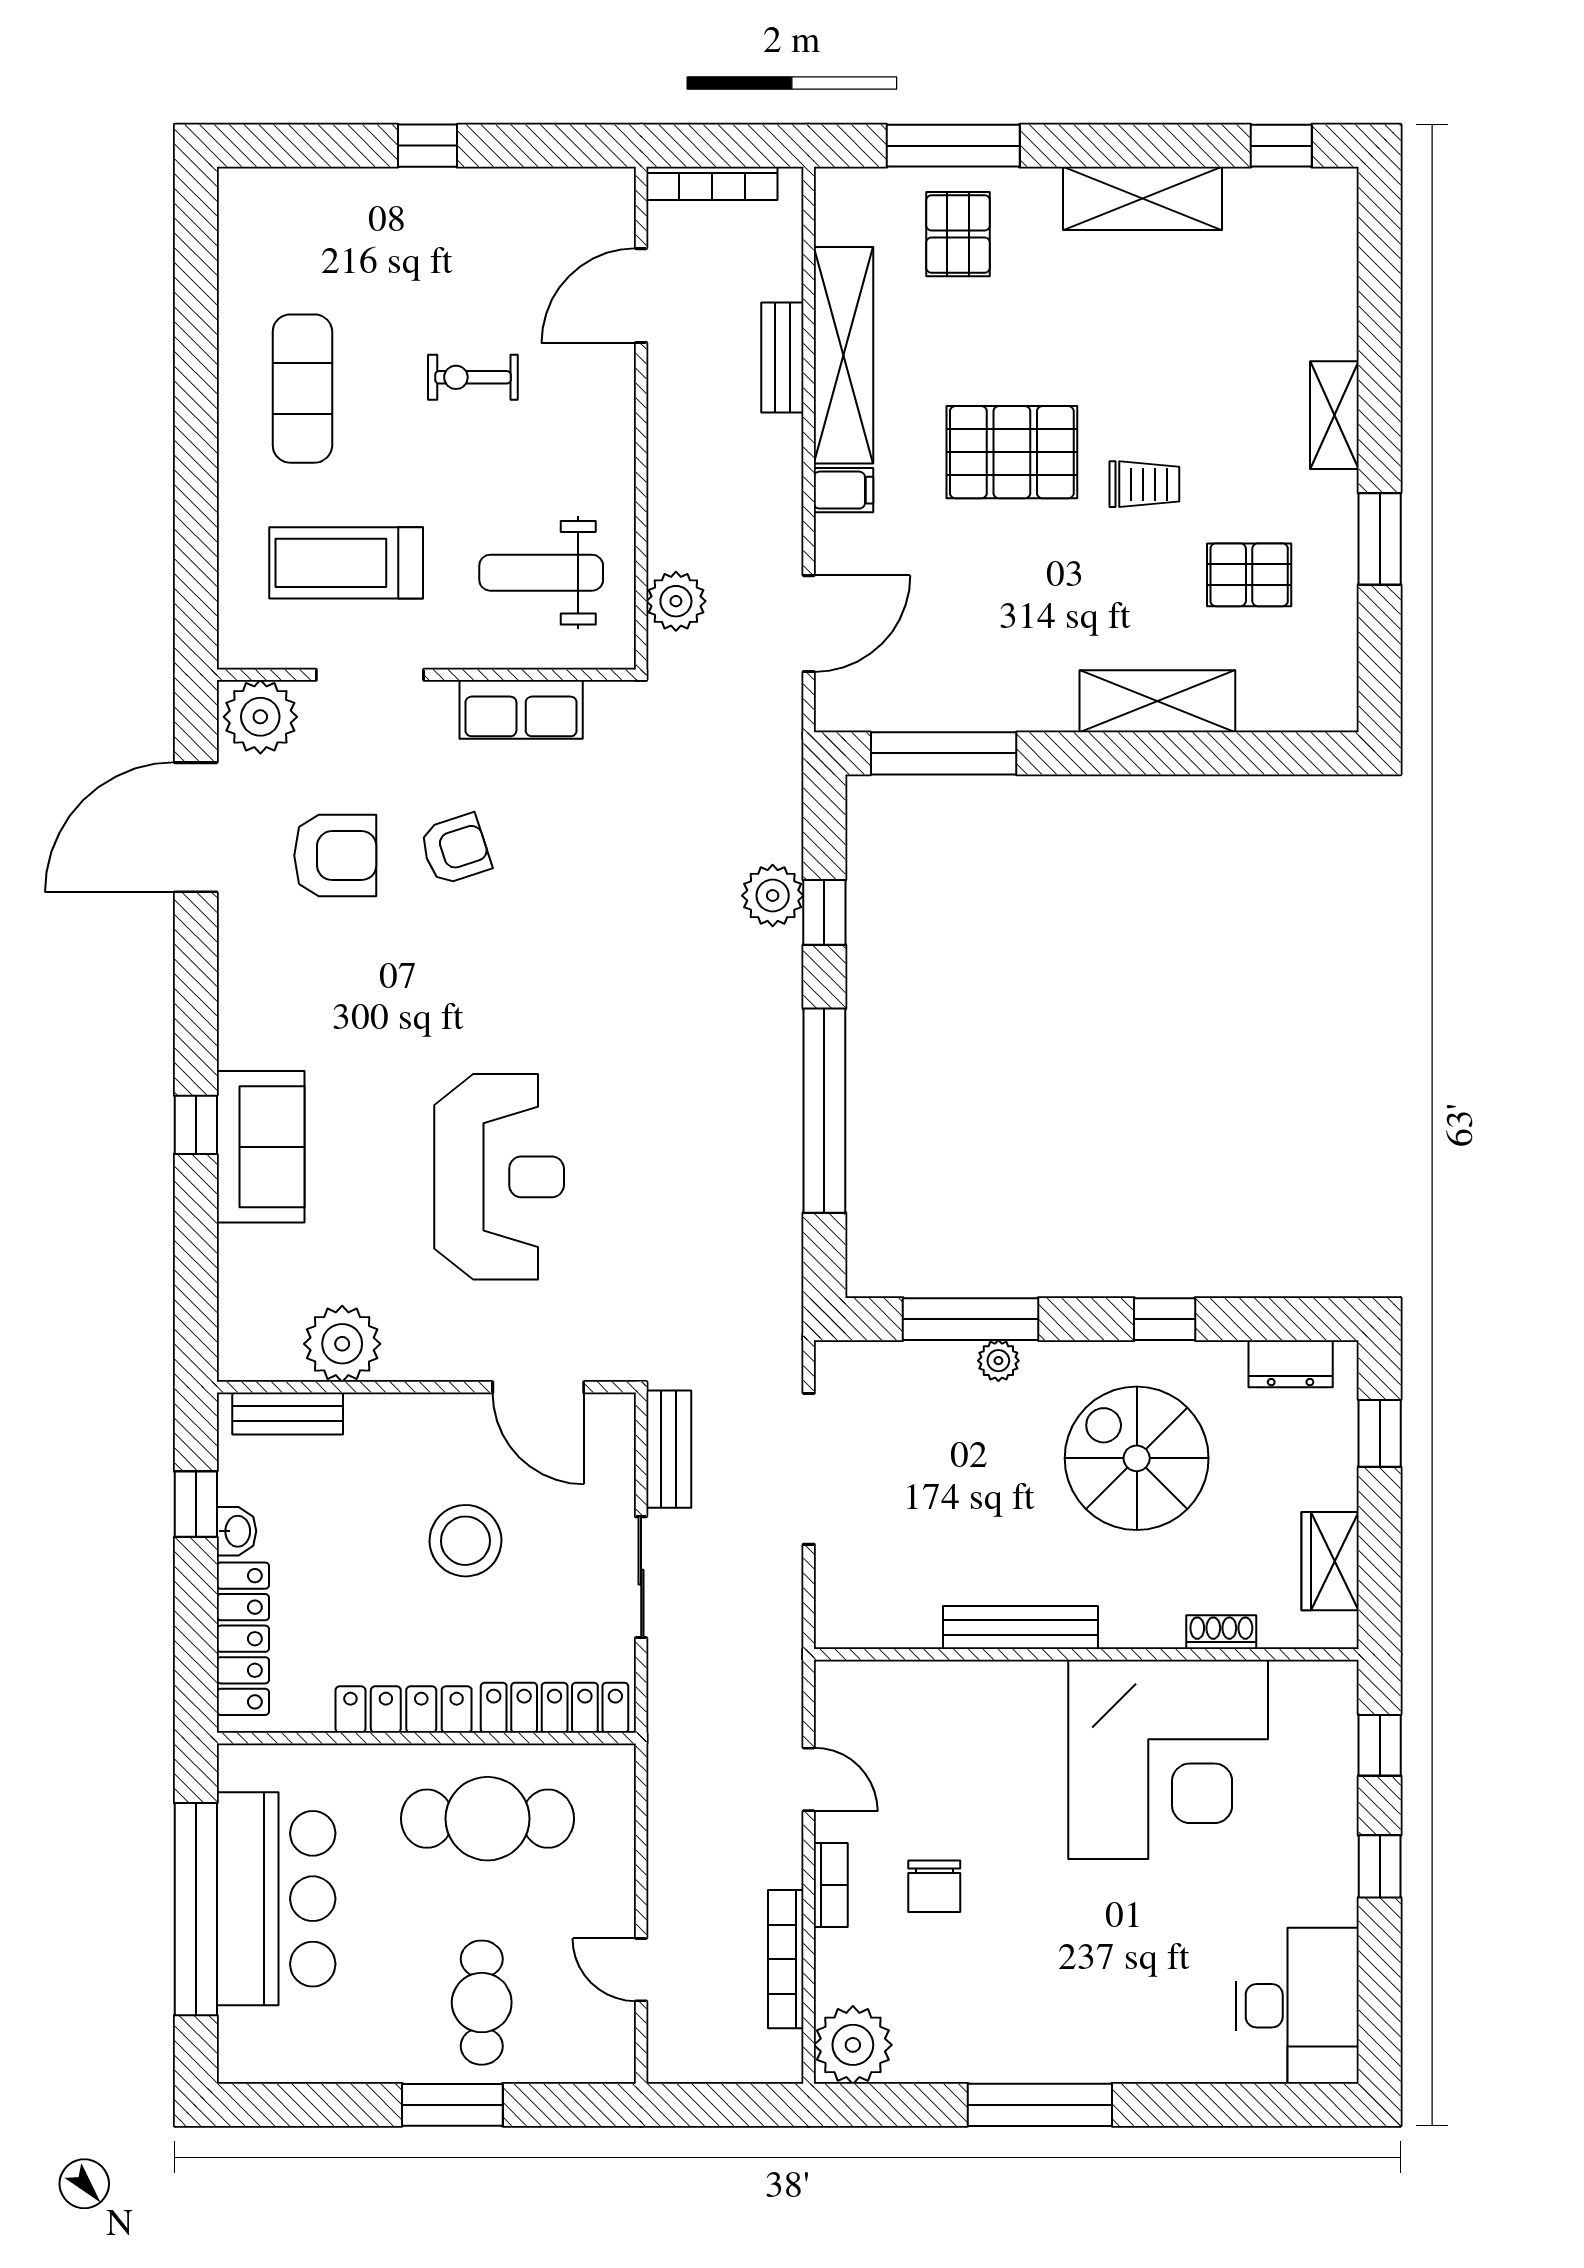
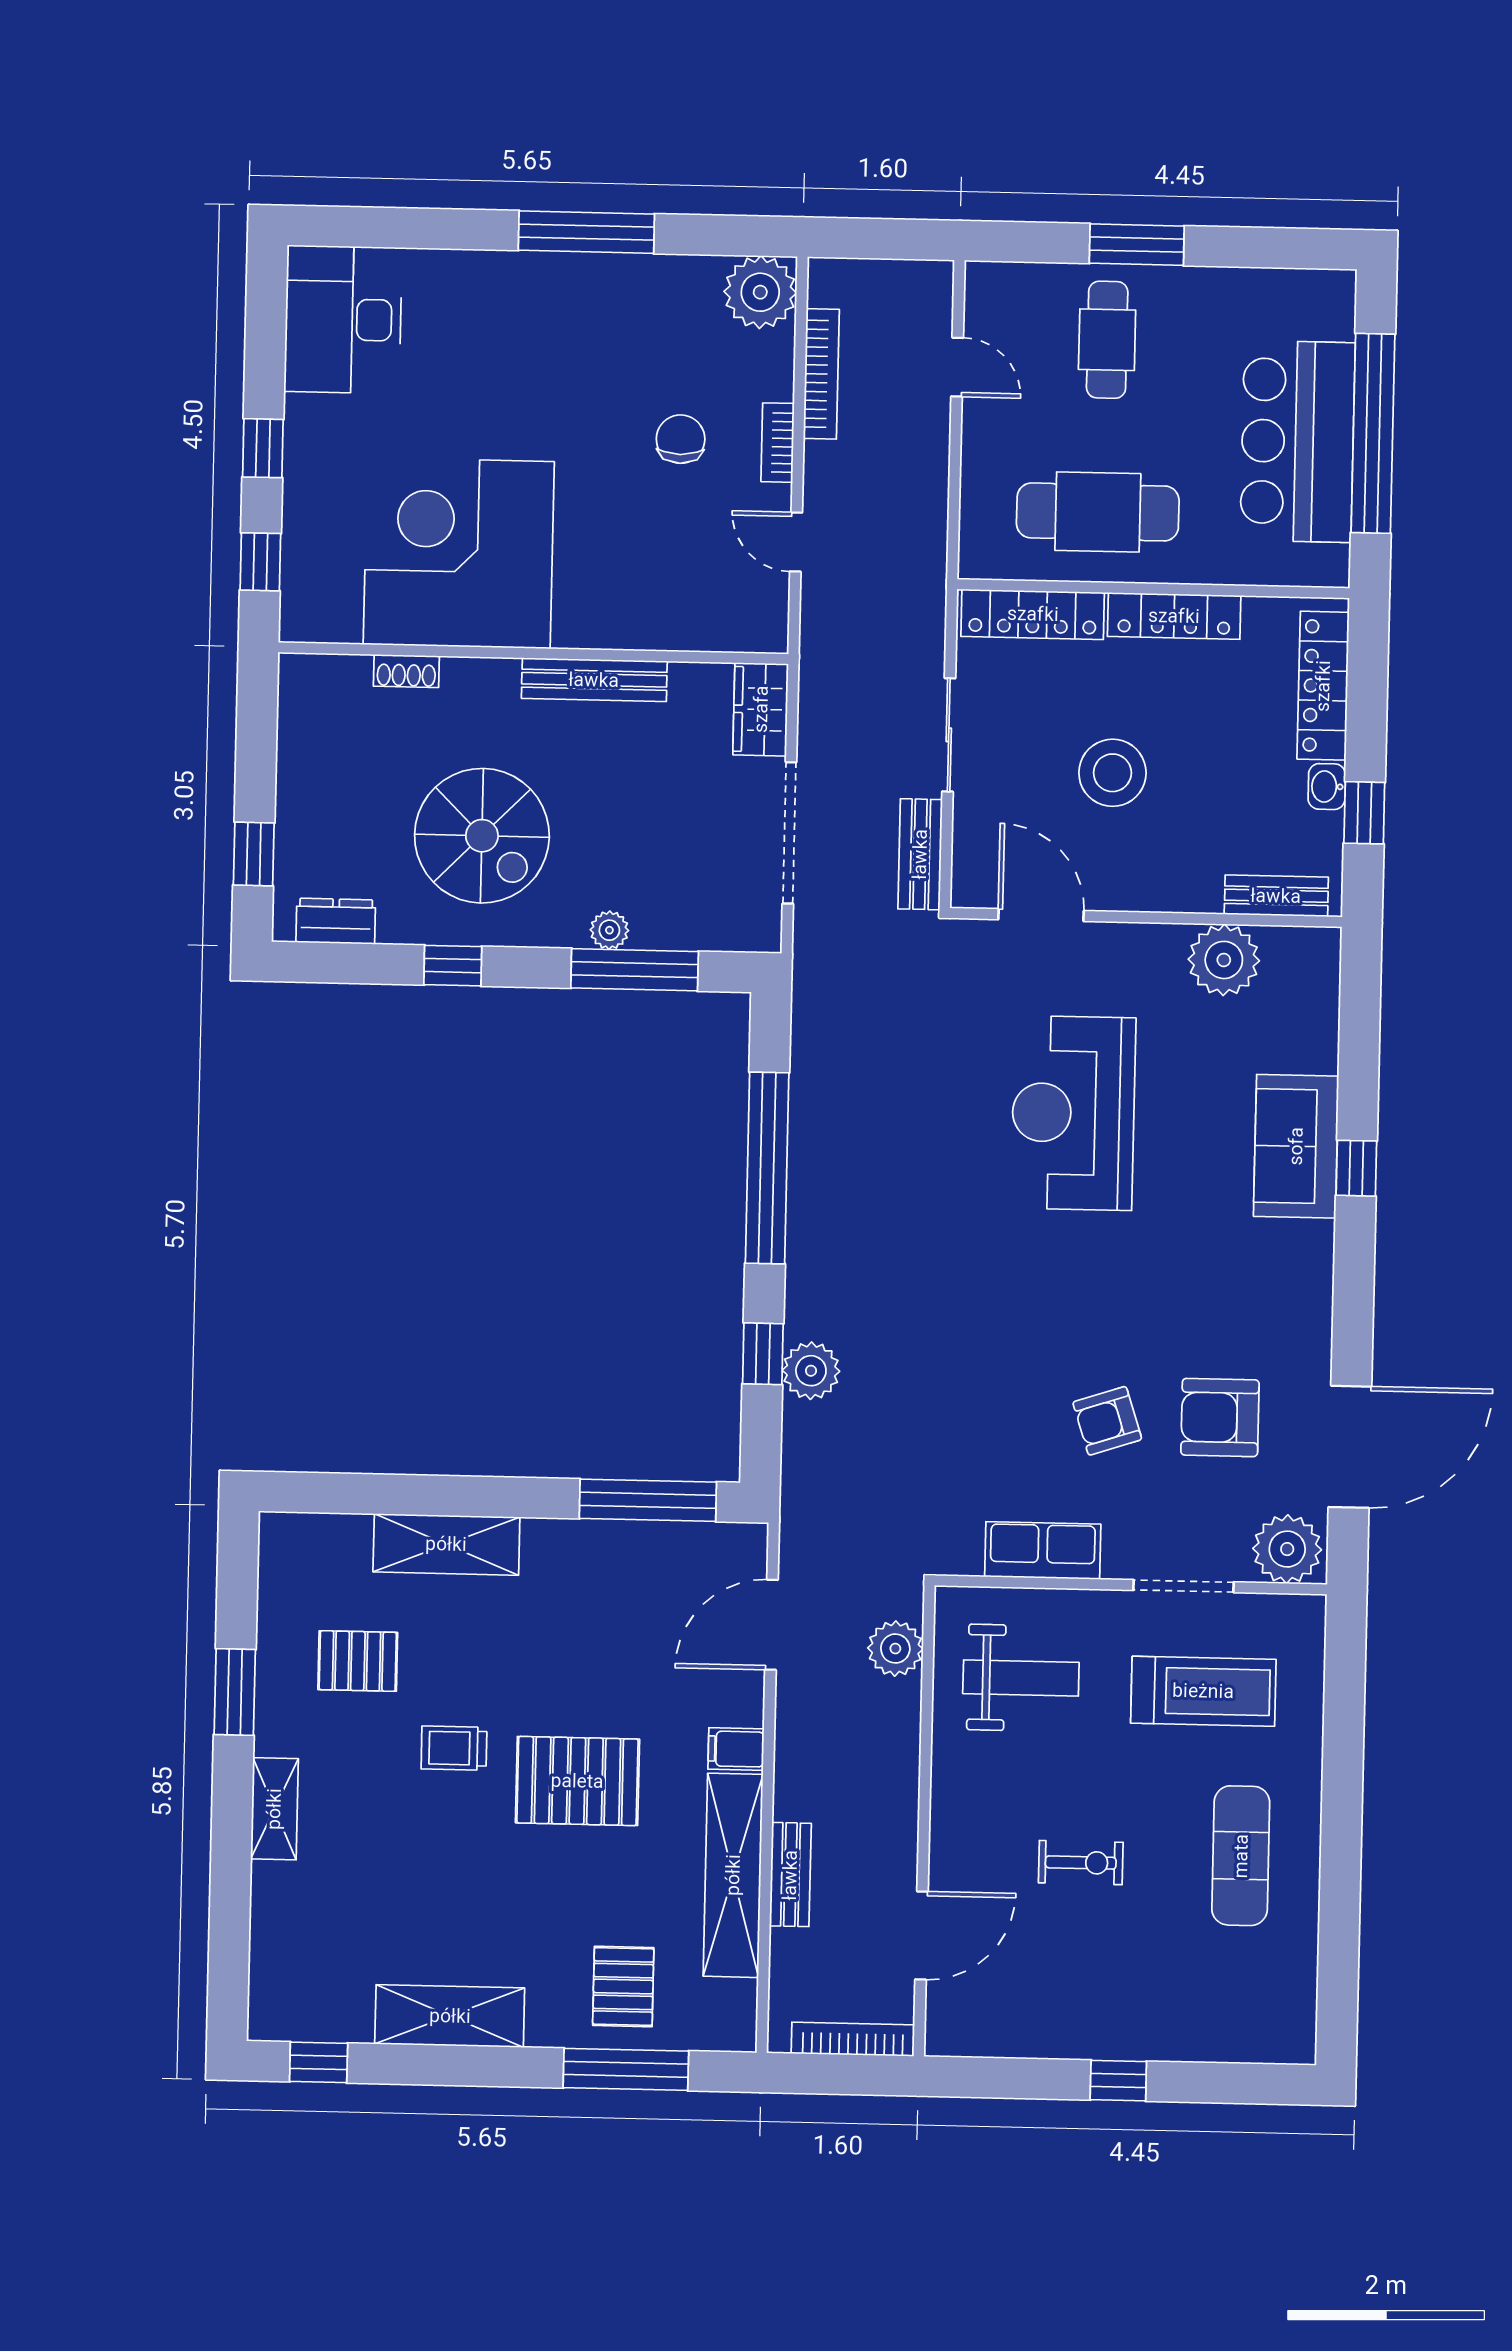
wardrobe: (1330, 1561) -> (761, 709), moved, turned 180

